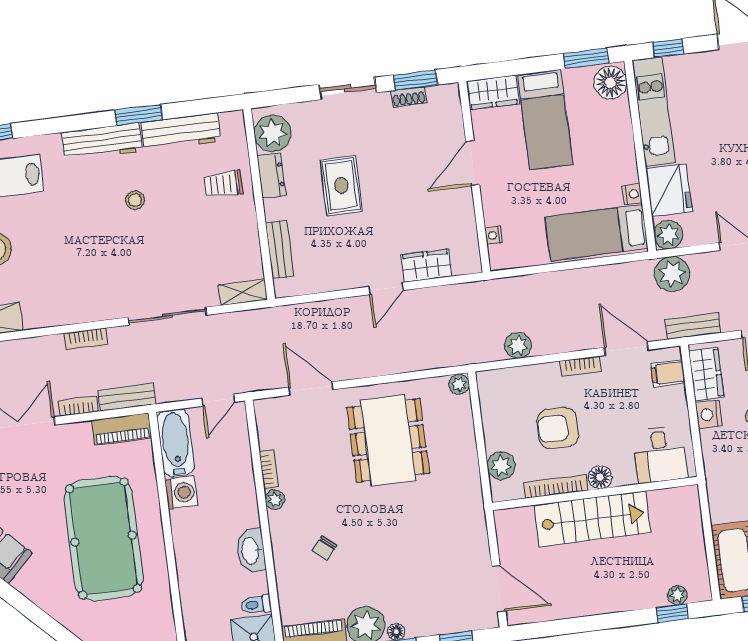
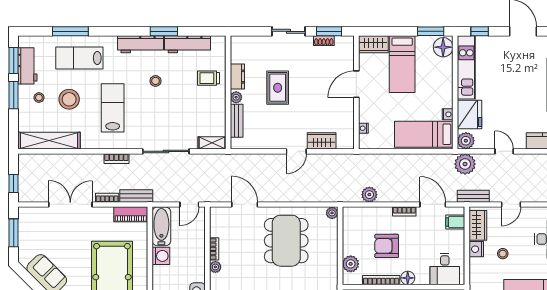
plant: (273, 133) -> (236, 97), moved, width x0.53, depth x0.53
lab bench: (69, 254) -> (113, 108), added

